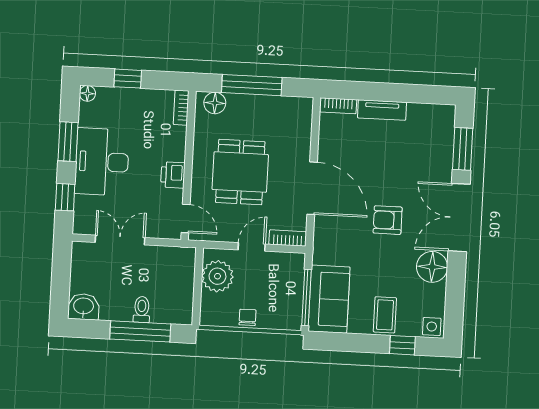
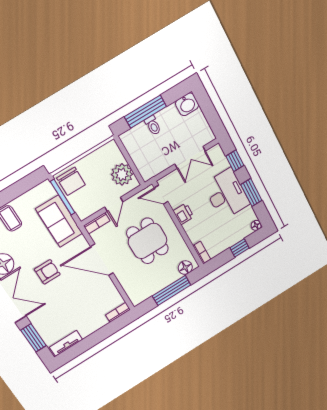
tv unit: (382, 110) -> (66, 343), moved
sofa: (329, 299) -> (59, 221), moved
chair: (248, 317) -> (71, 181), moved, width x1.87, depth x1.87

